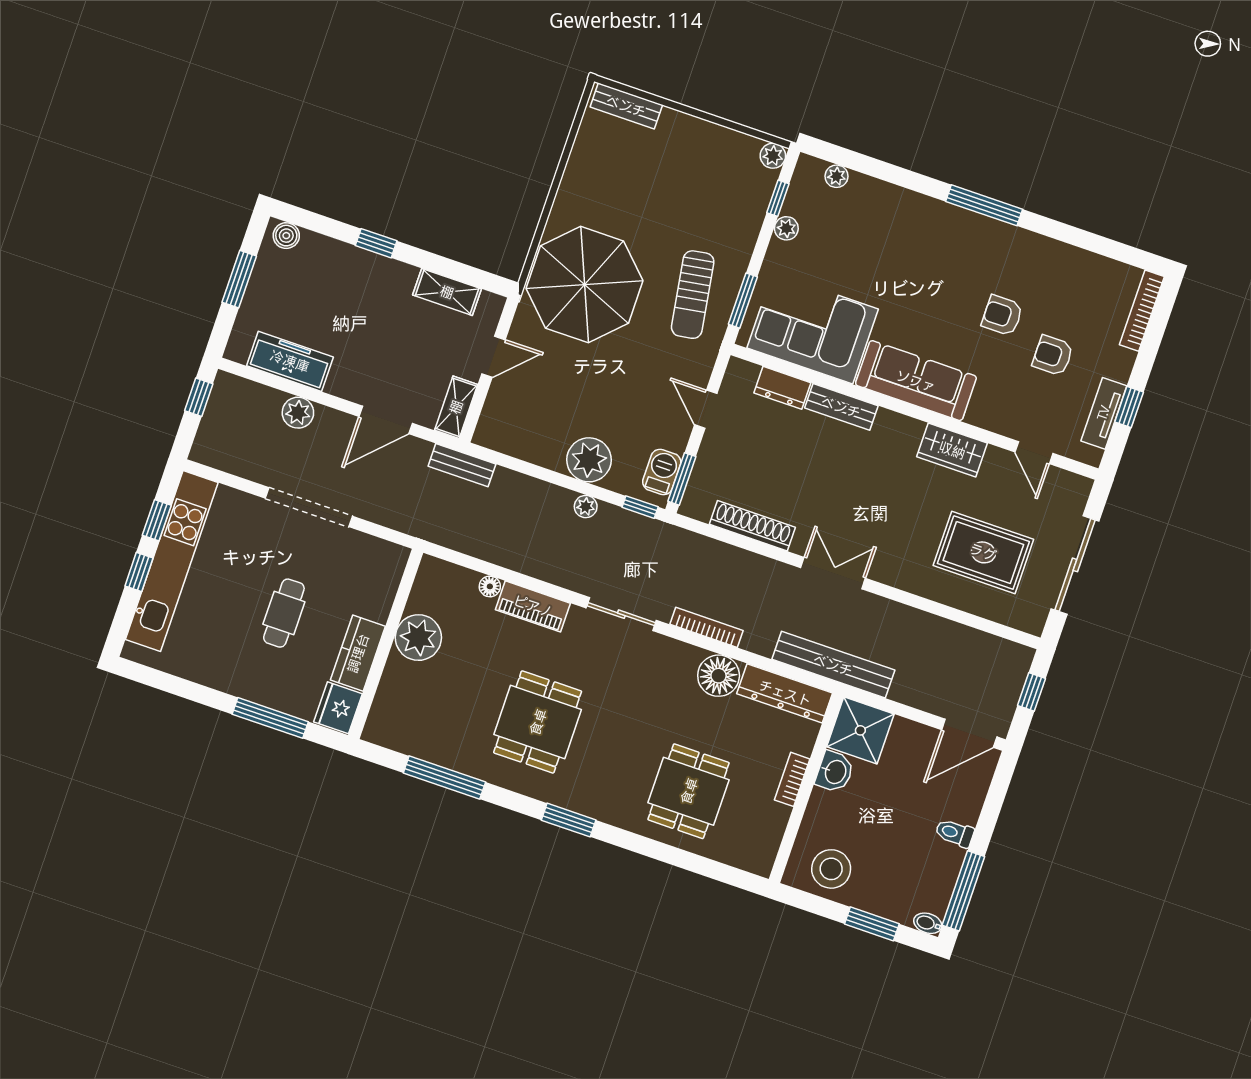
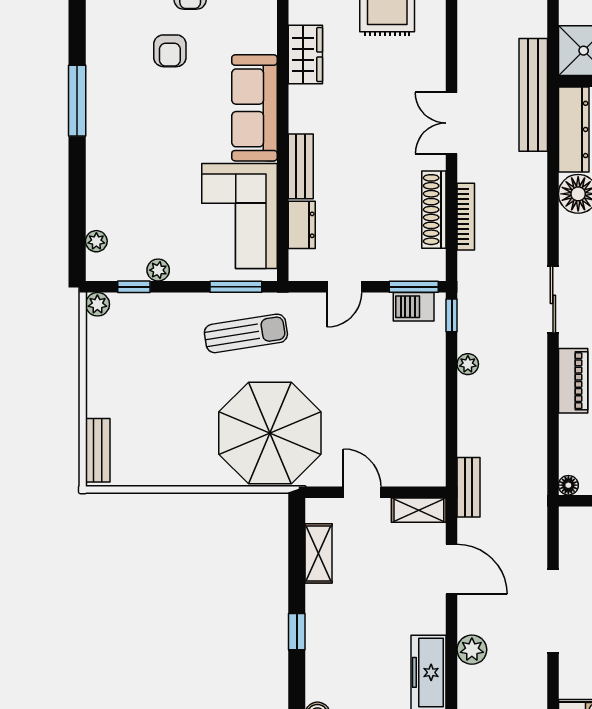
plant: (589, 460) -> (425, 375), removed
floor lamp: (490, 586) -> (568, 485), moved
bookcase: (707, 627) -> (466, 217), moved, turned 180

